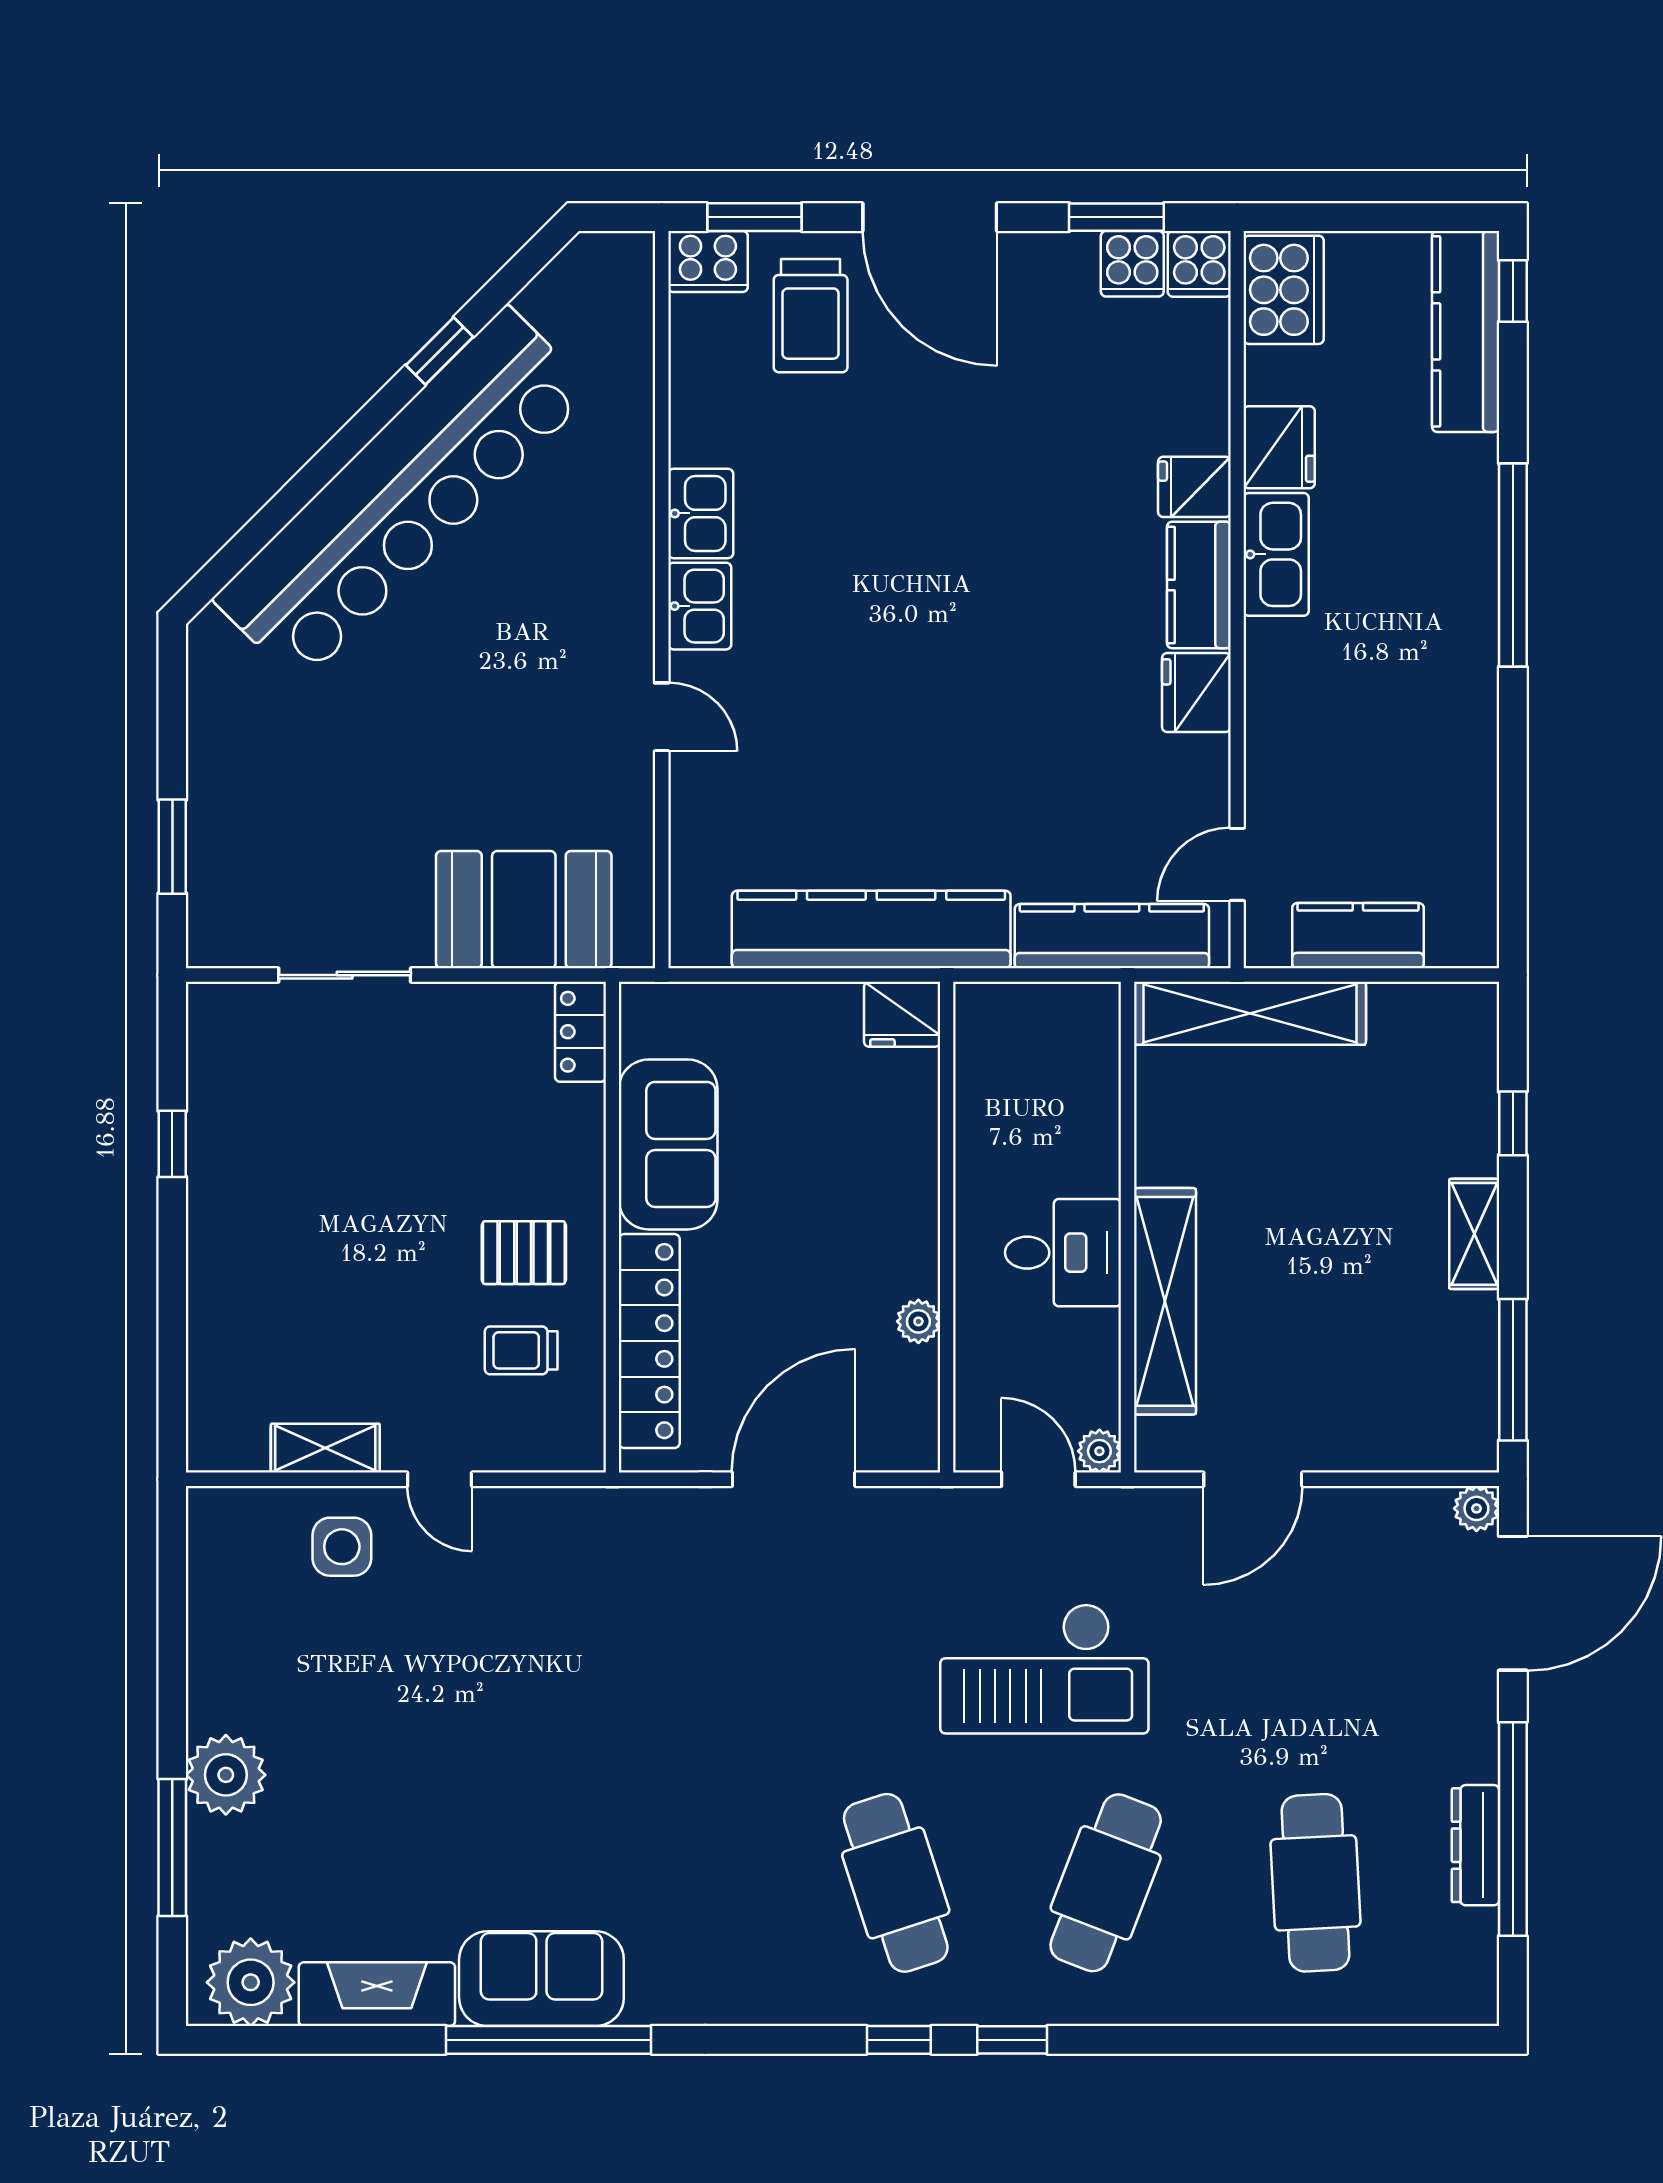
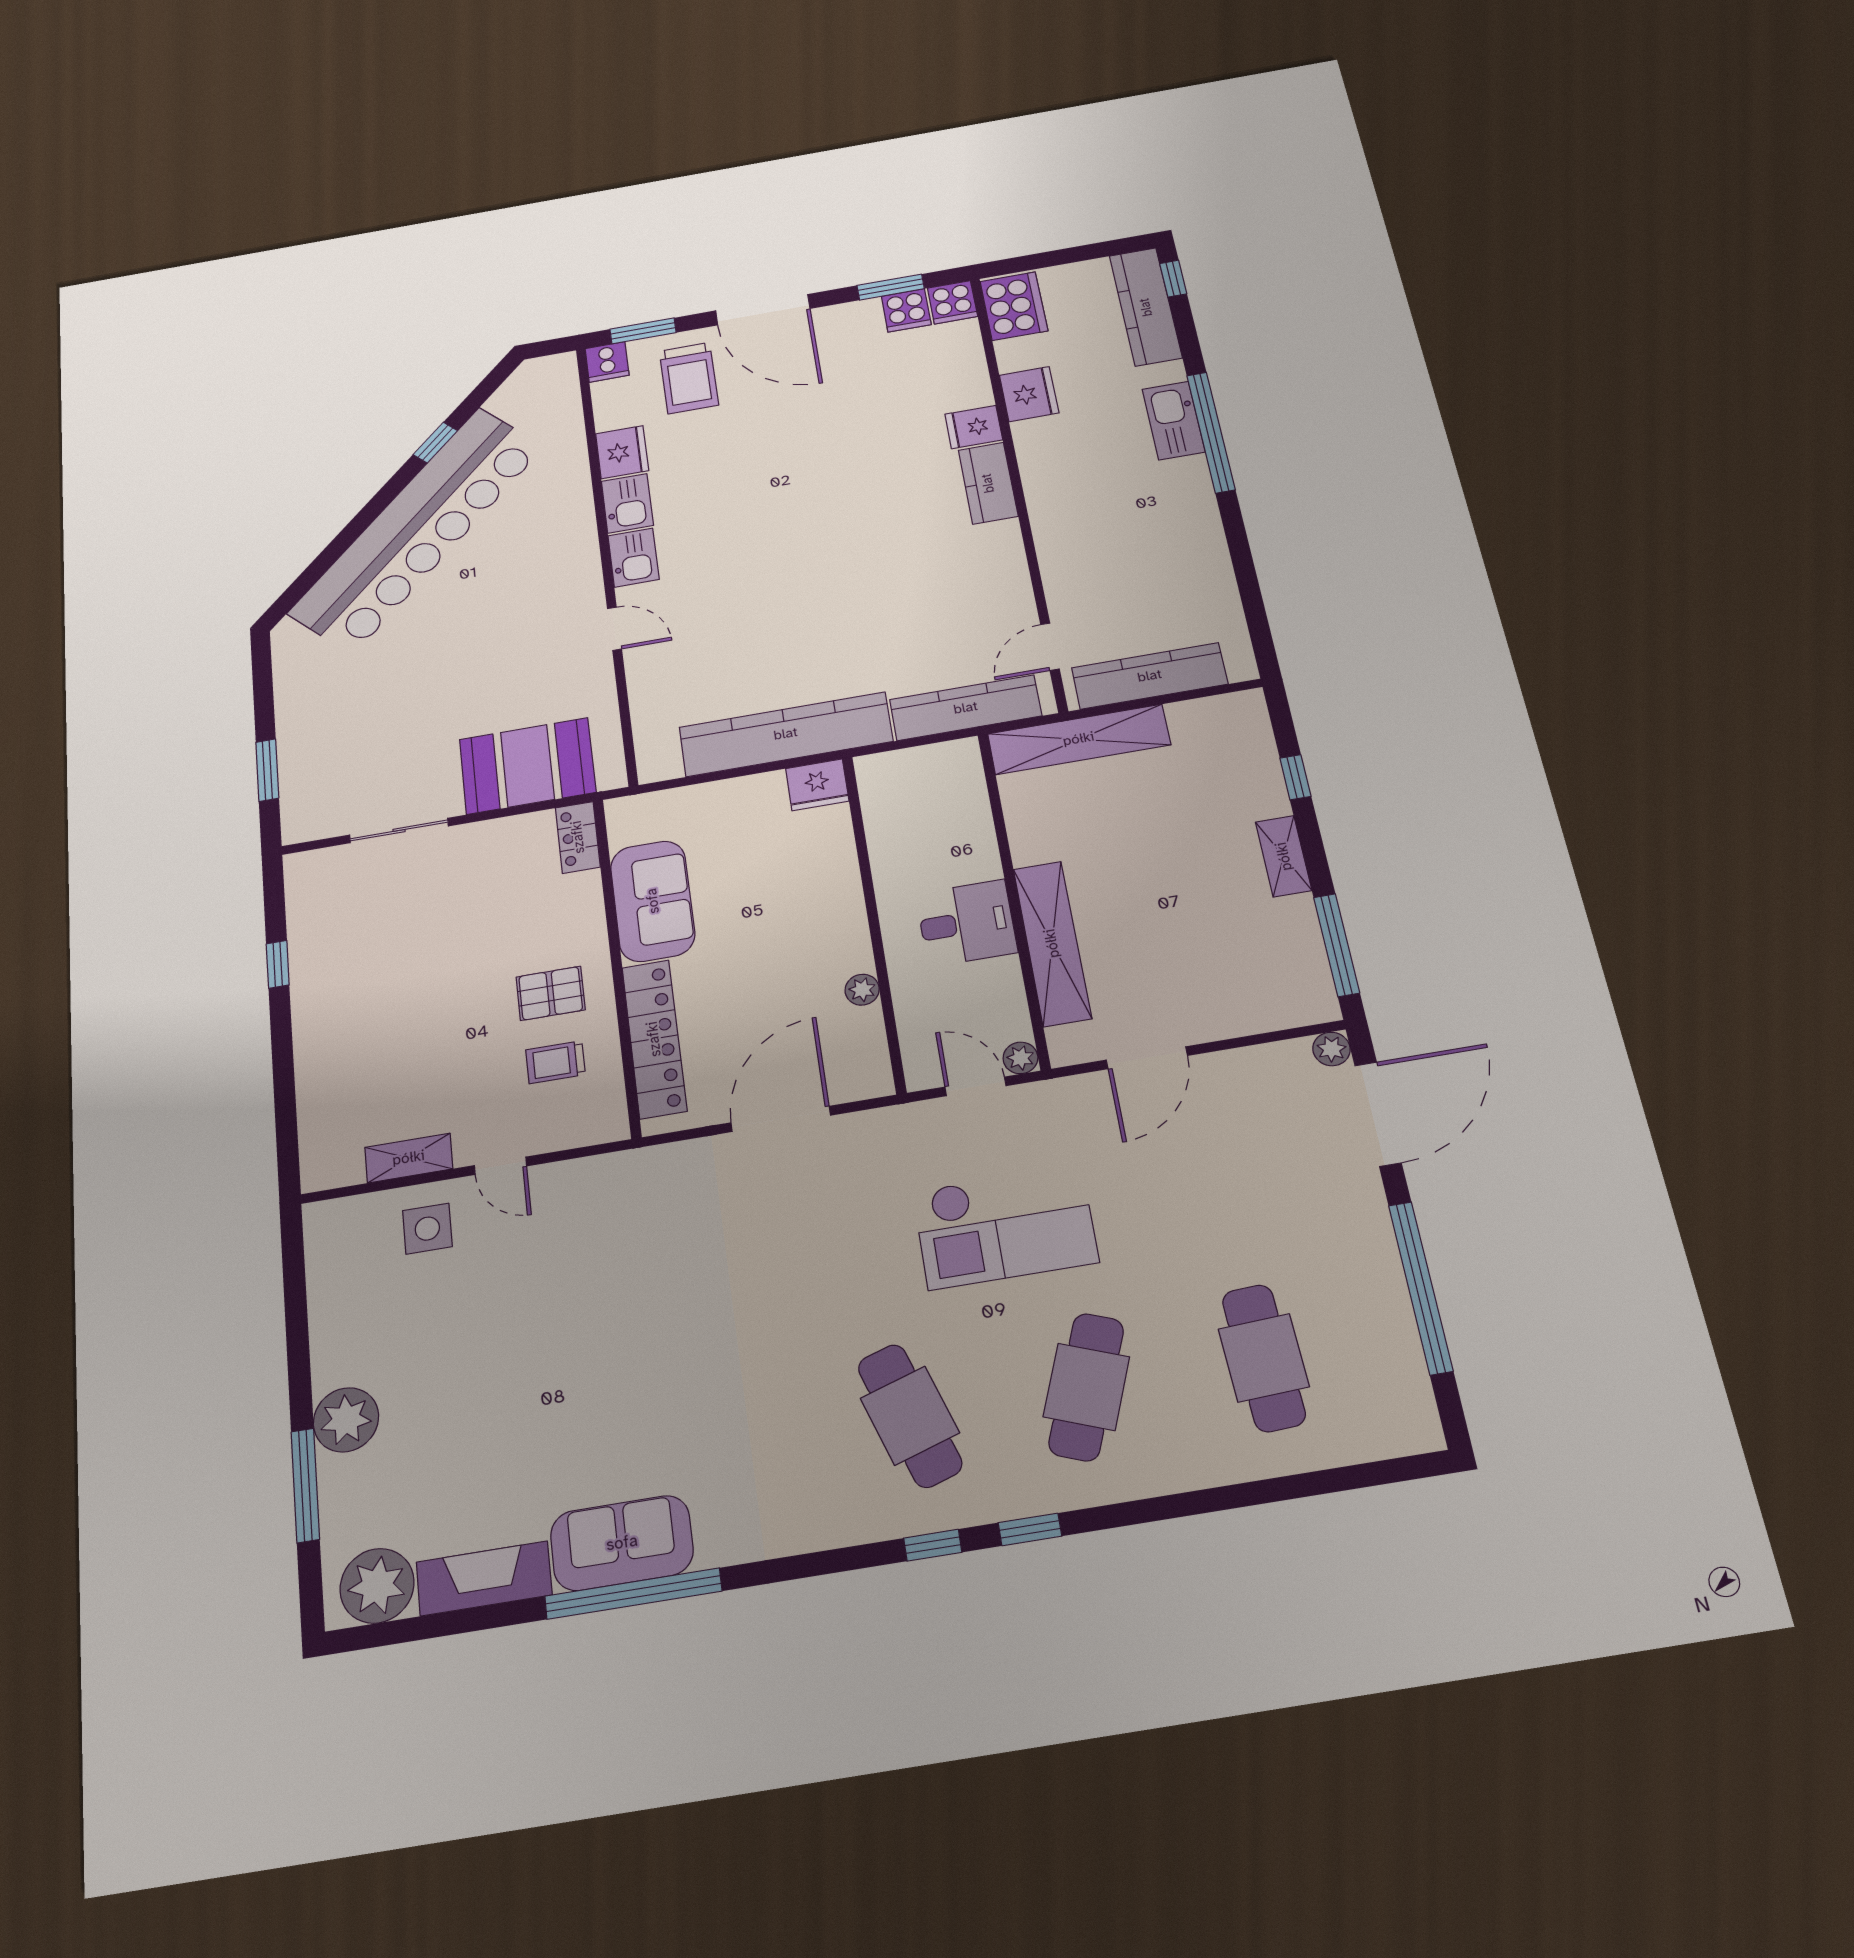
cooker: (708, 261) -> (607, 362), width x0.73
kitchen sink: (1276, 554) -> (1174, 421), moved, turned 180
fridge: (1196, 693) -> (622, 452), moved, turned 180
kitchen counter: (1358, 936) -> (1150, 676), width x1.50
dresser: (1476, 1845) -> (1392, 1306), removed

